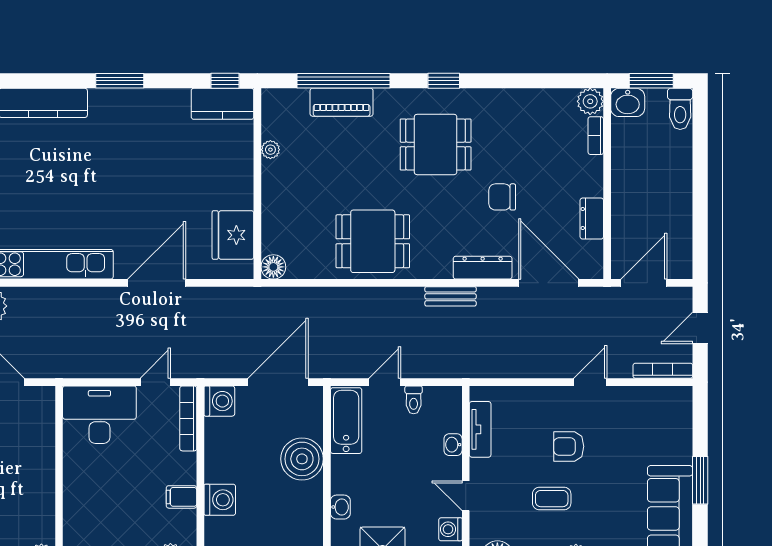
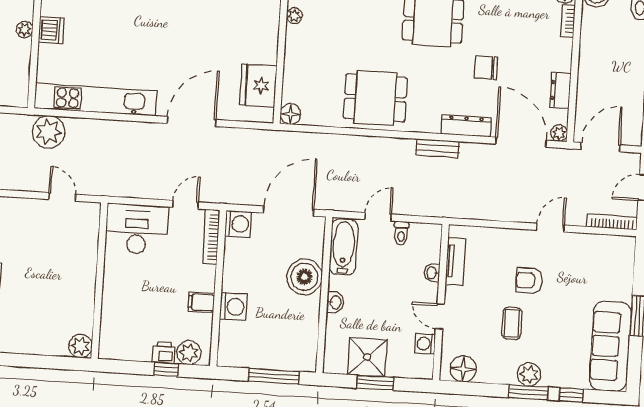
plant: (593, 269) -> (559, 133), added
coffee table: (552, 499) -> (512, 323), turned 90
washbasin: (340, 507) -> (335, 302), moved

